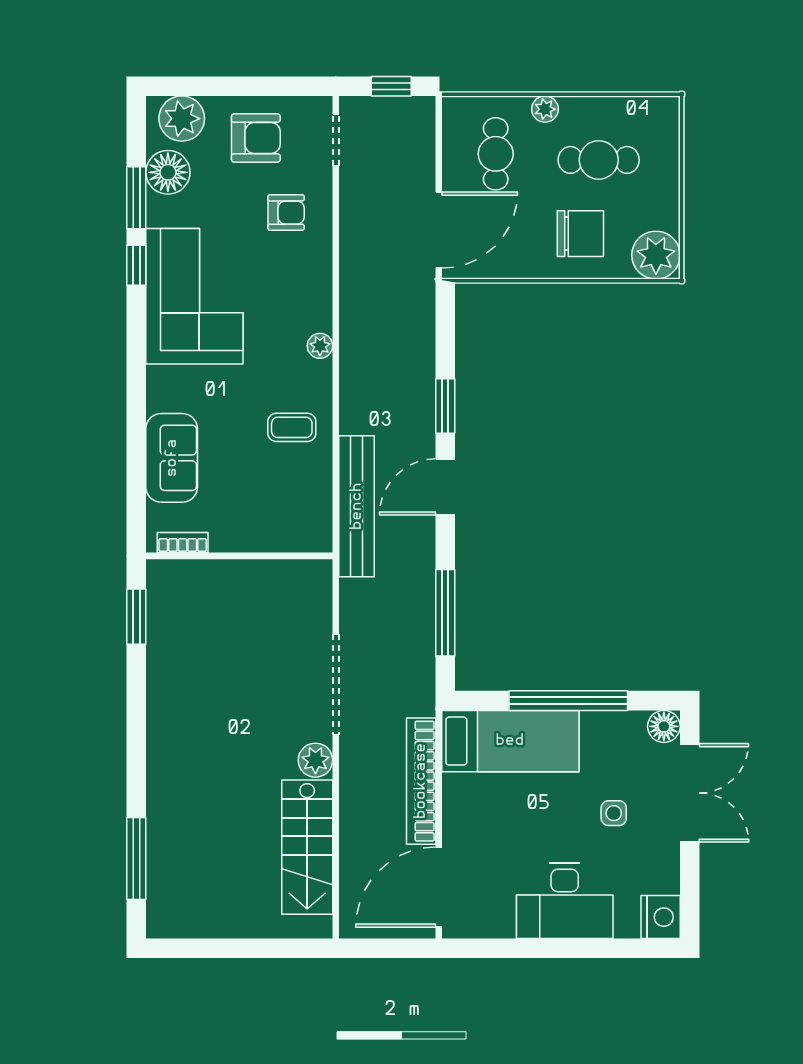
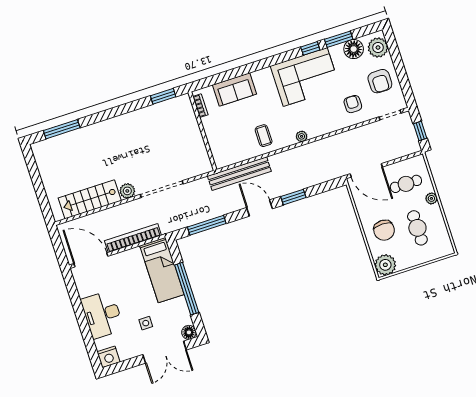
armchair: (286, 213) -> (353, 104), turned 180

